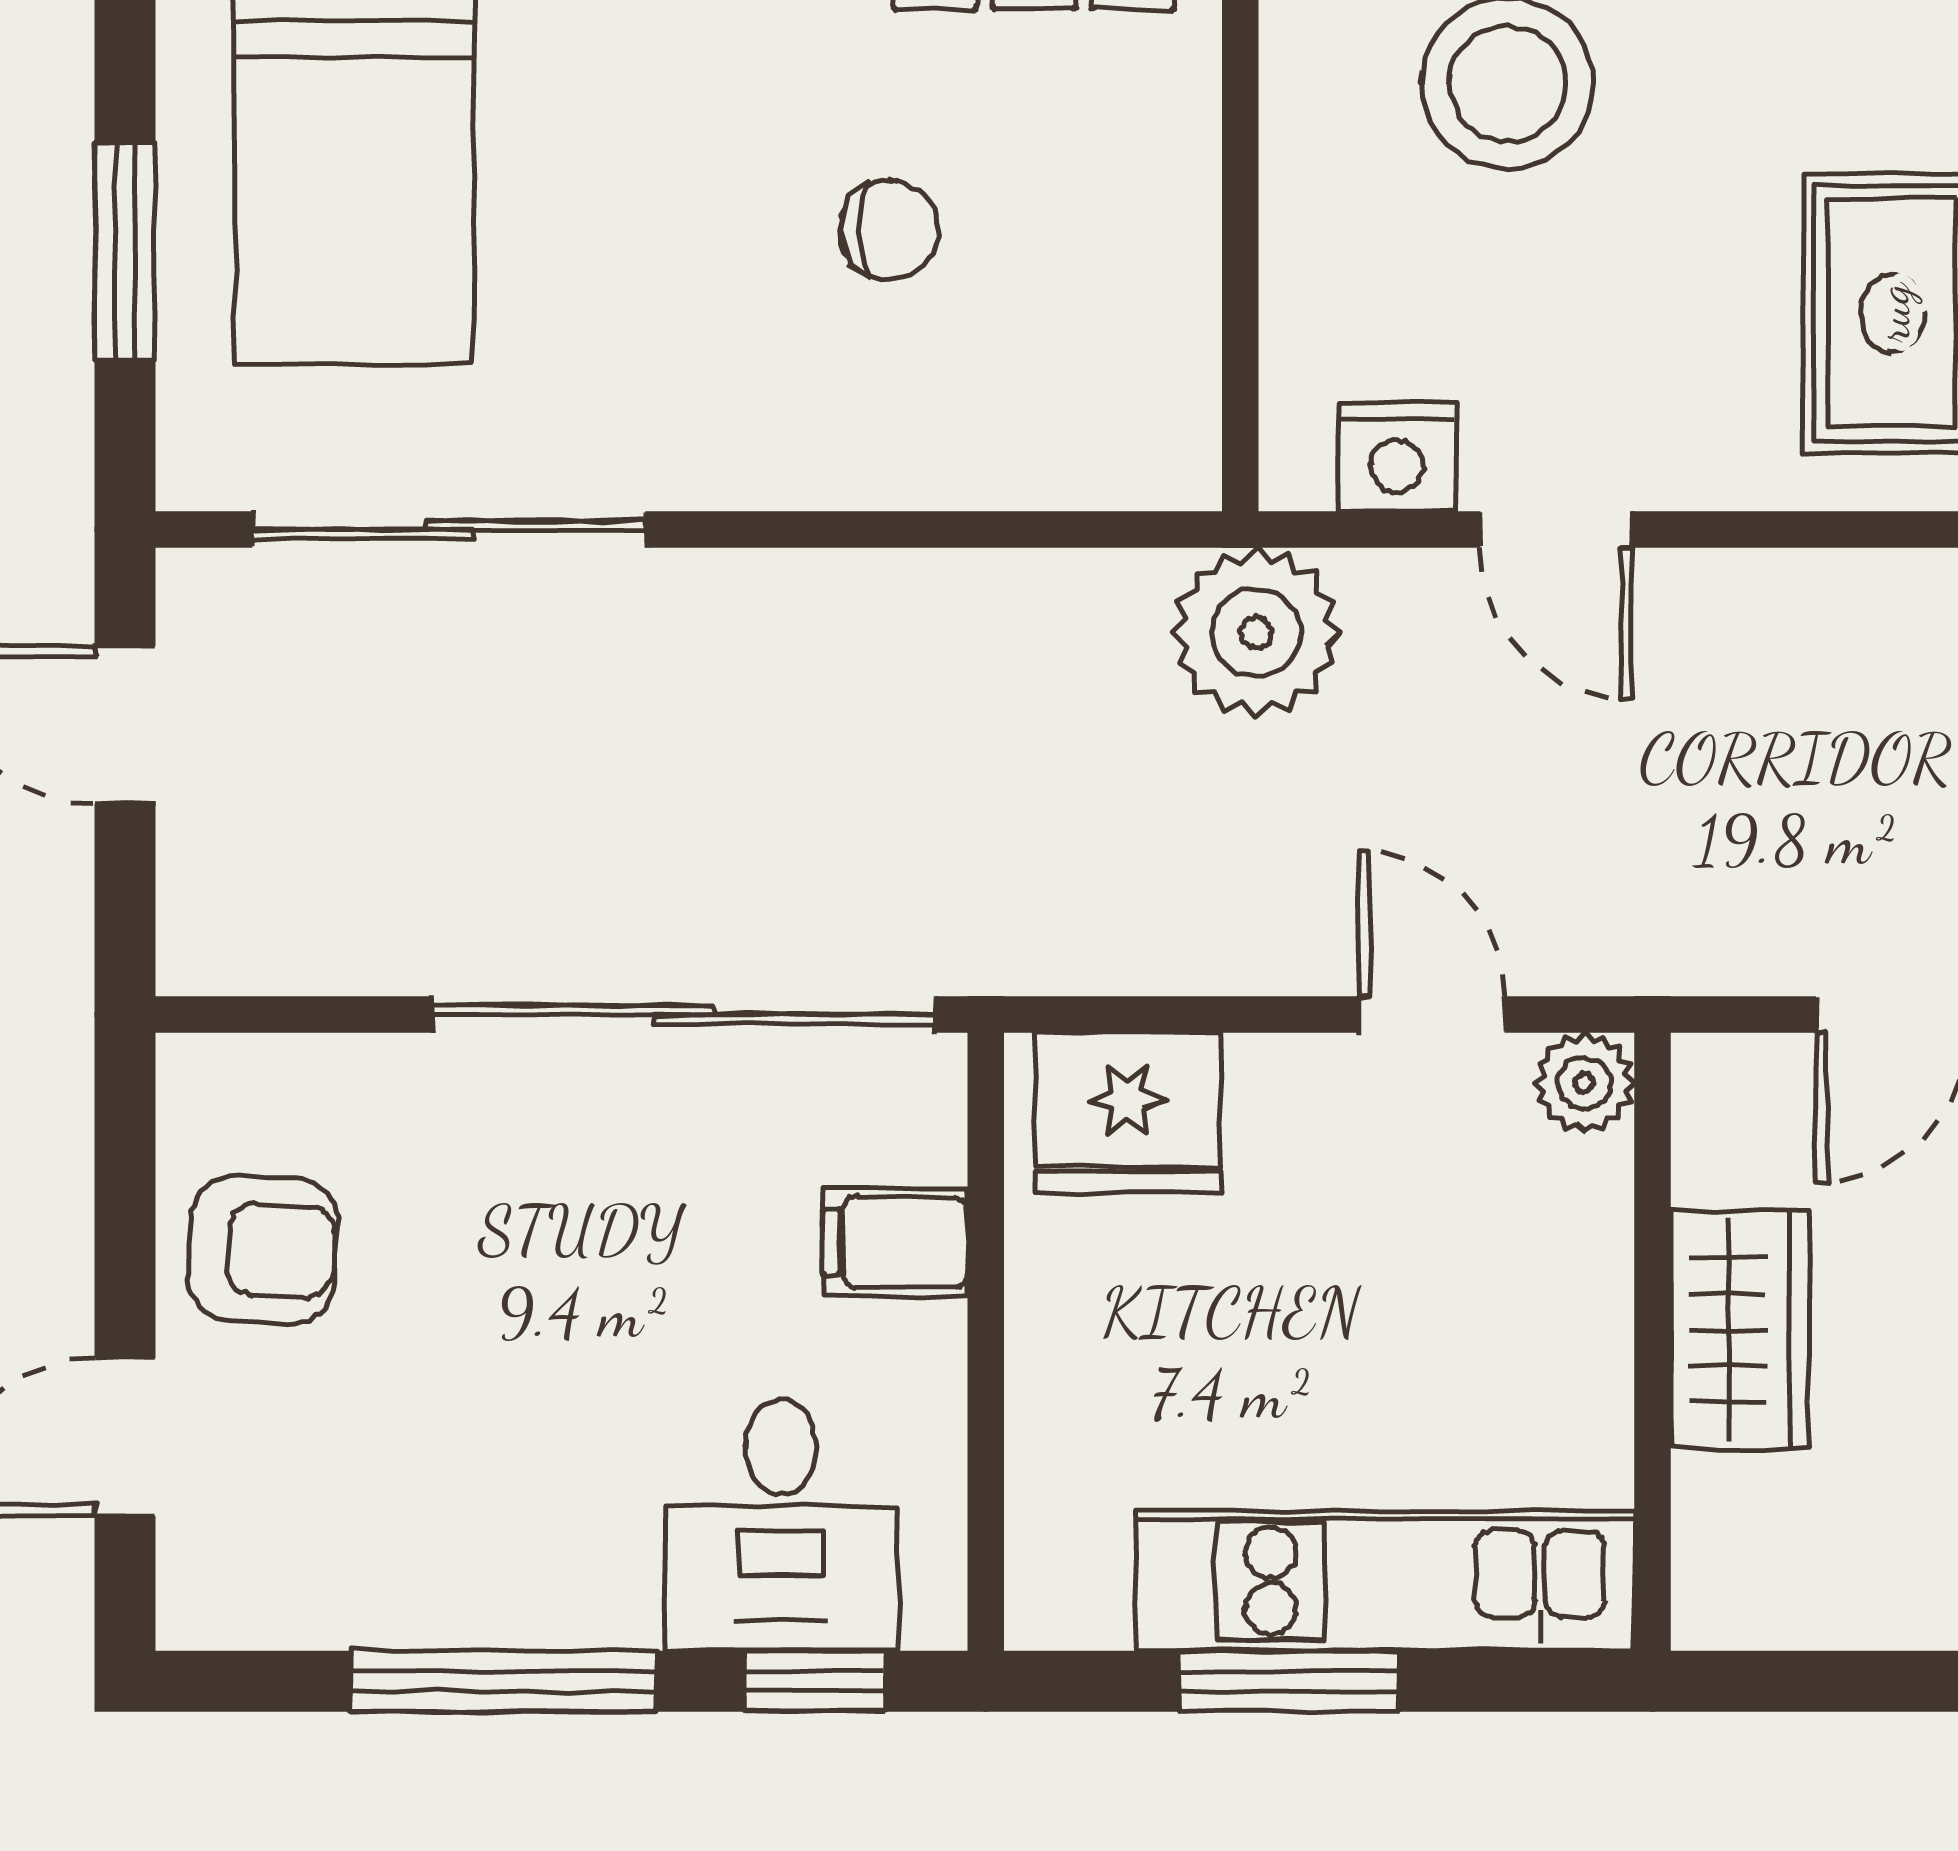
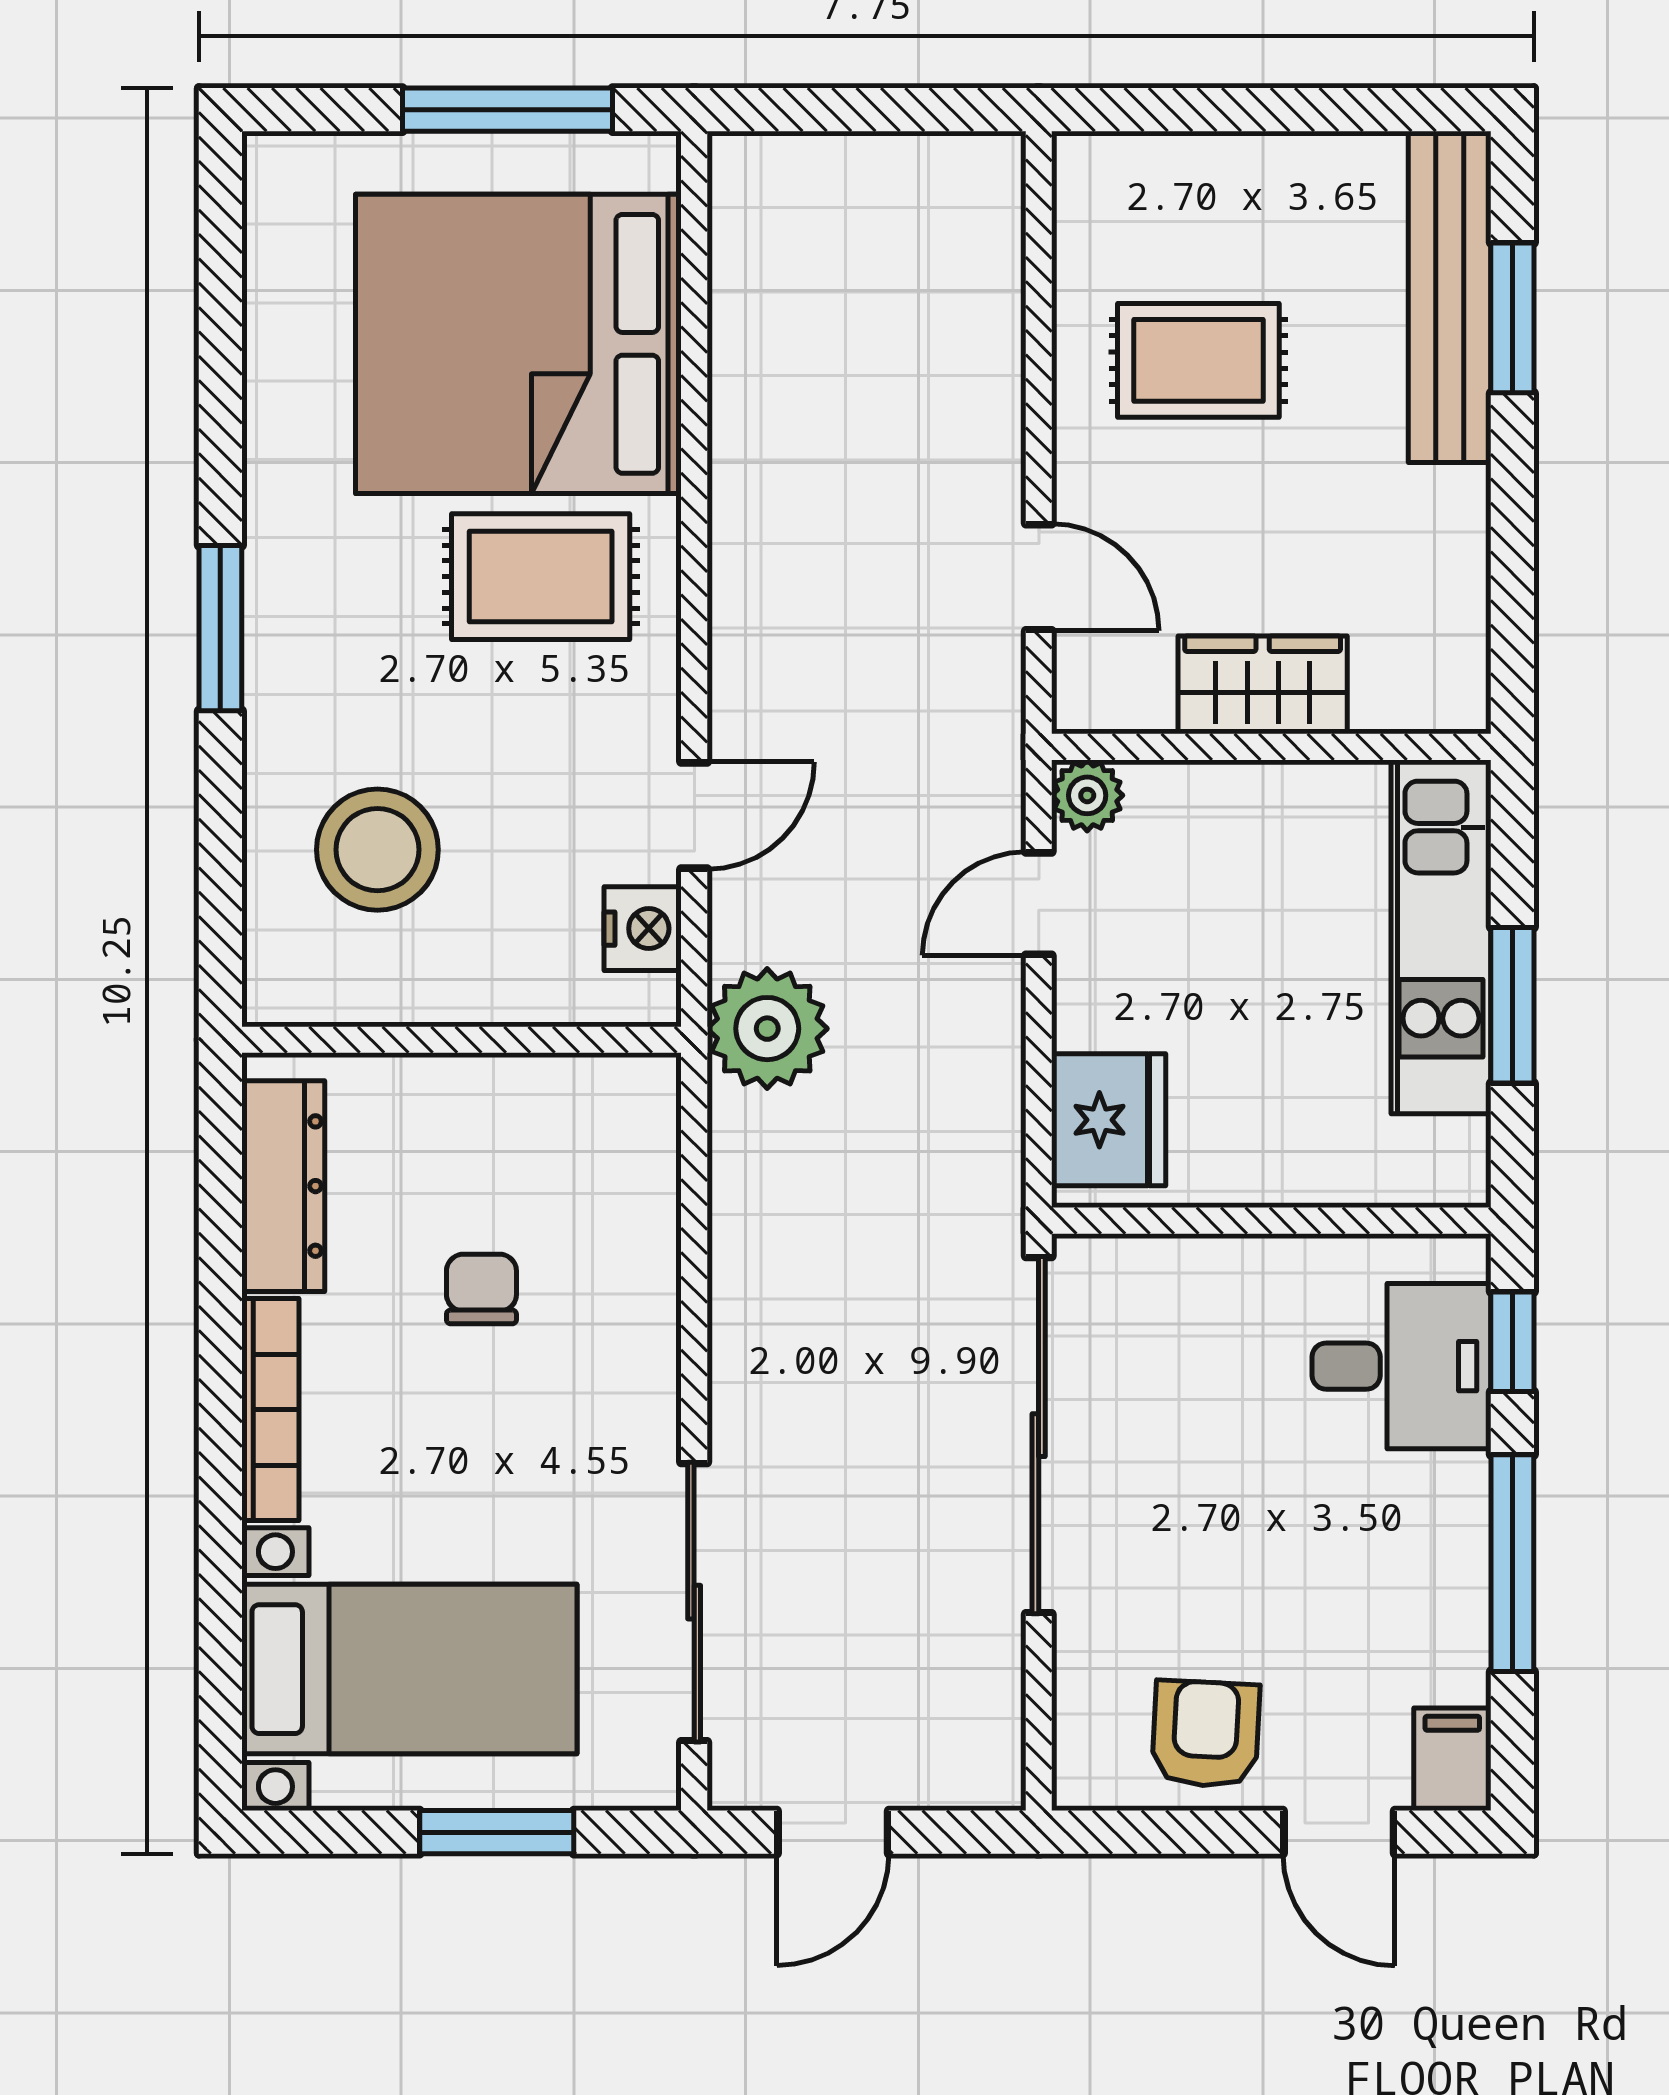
filing cabinet: (895, 1242) -> (1452, 1759), moved, turned 180

